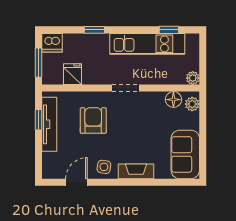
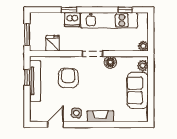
dishwasher: (52, 43) -> (72, 20), moved
floor lamp: (173, 100) -> (110, 62), moved
sofa: (185, 154) -> (138, 90), moved

